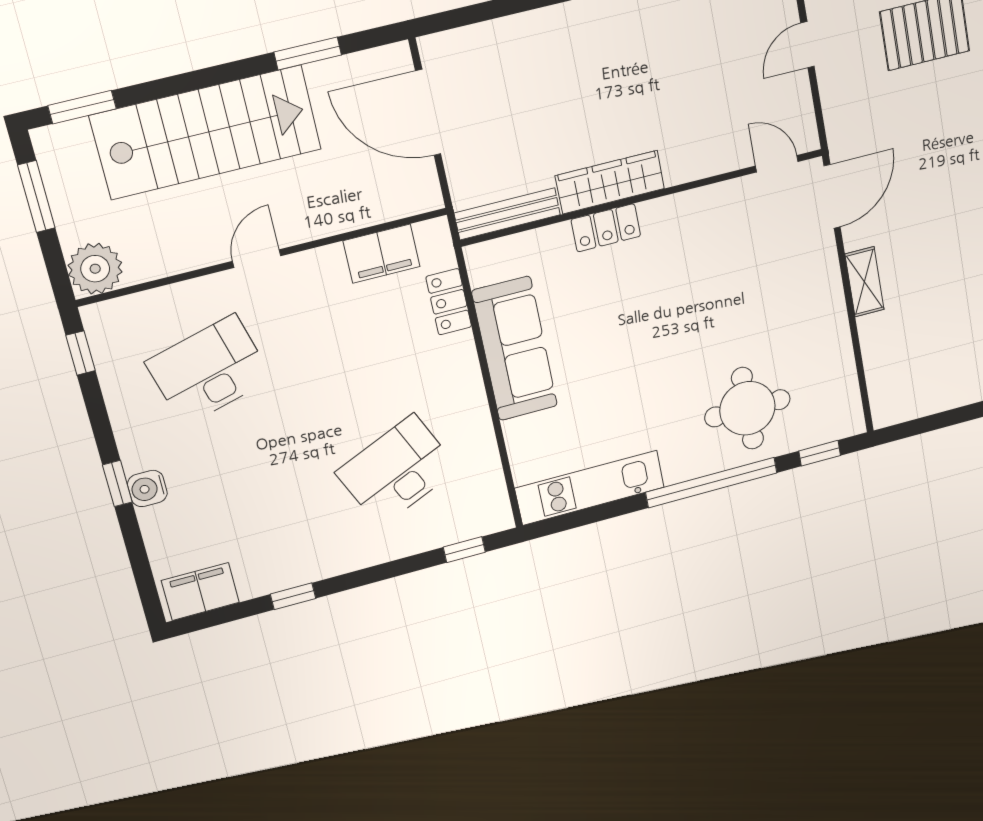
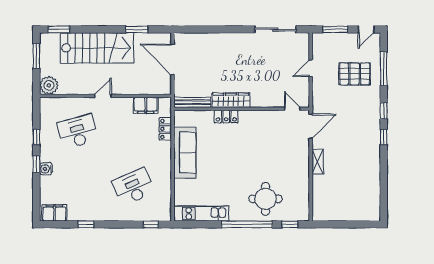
window: (81, 353) -> (36, 137), moved

